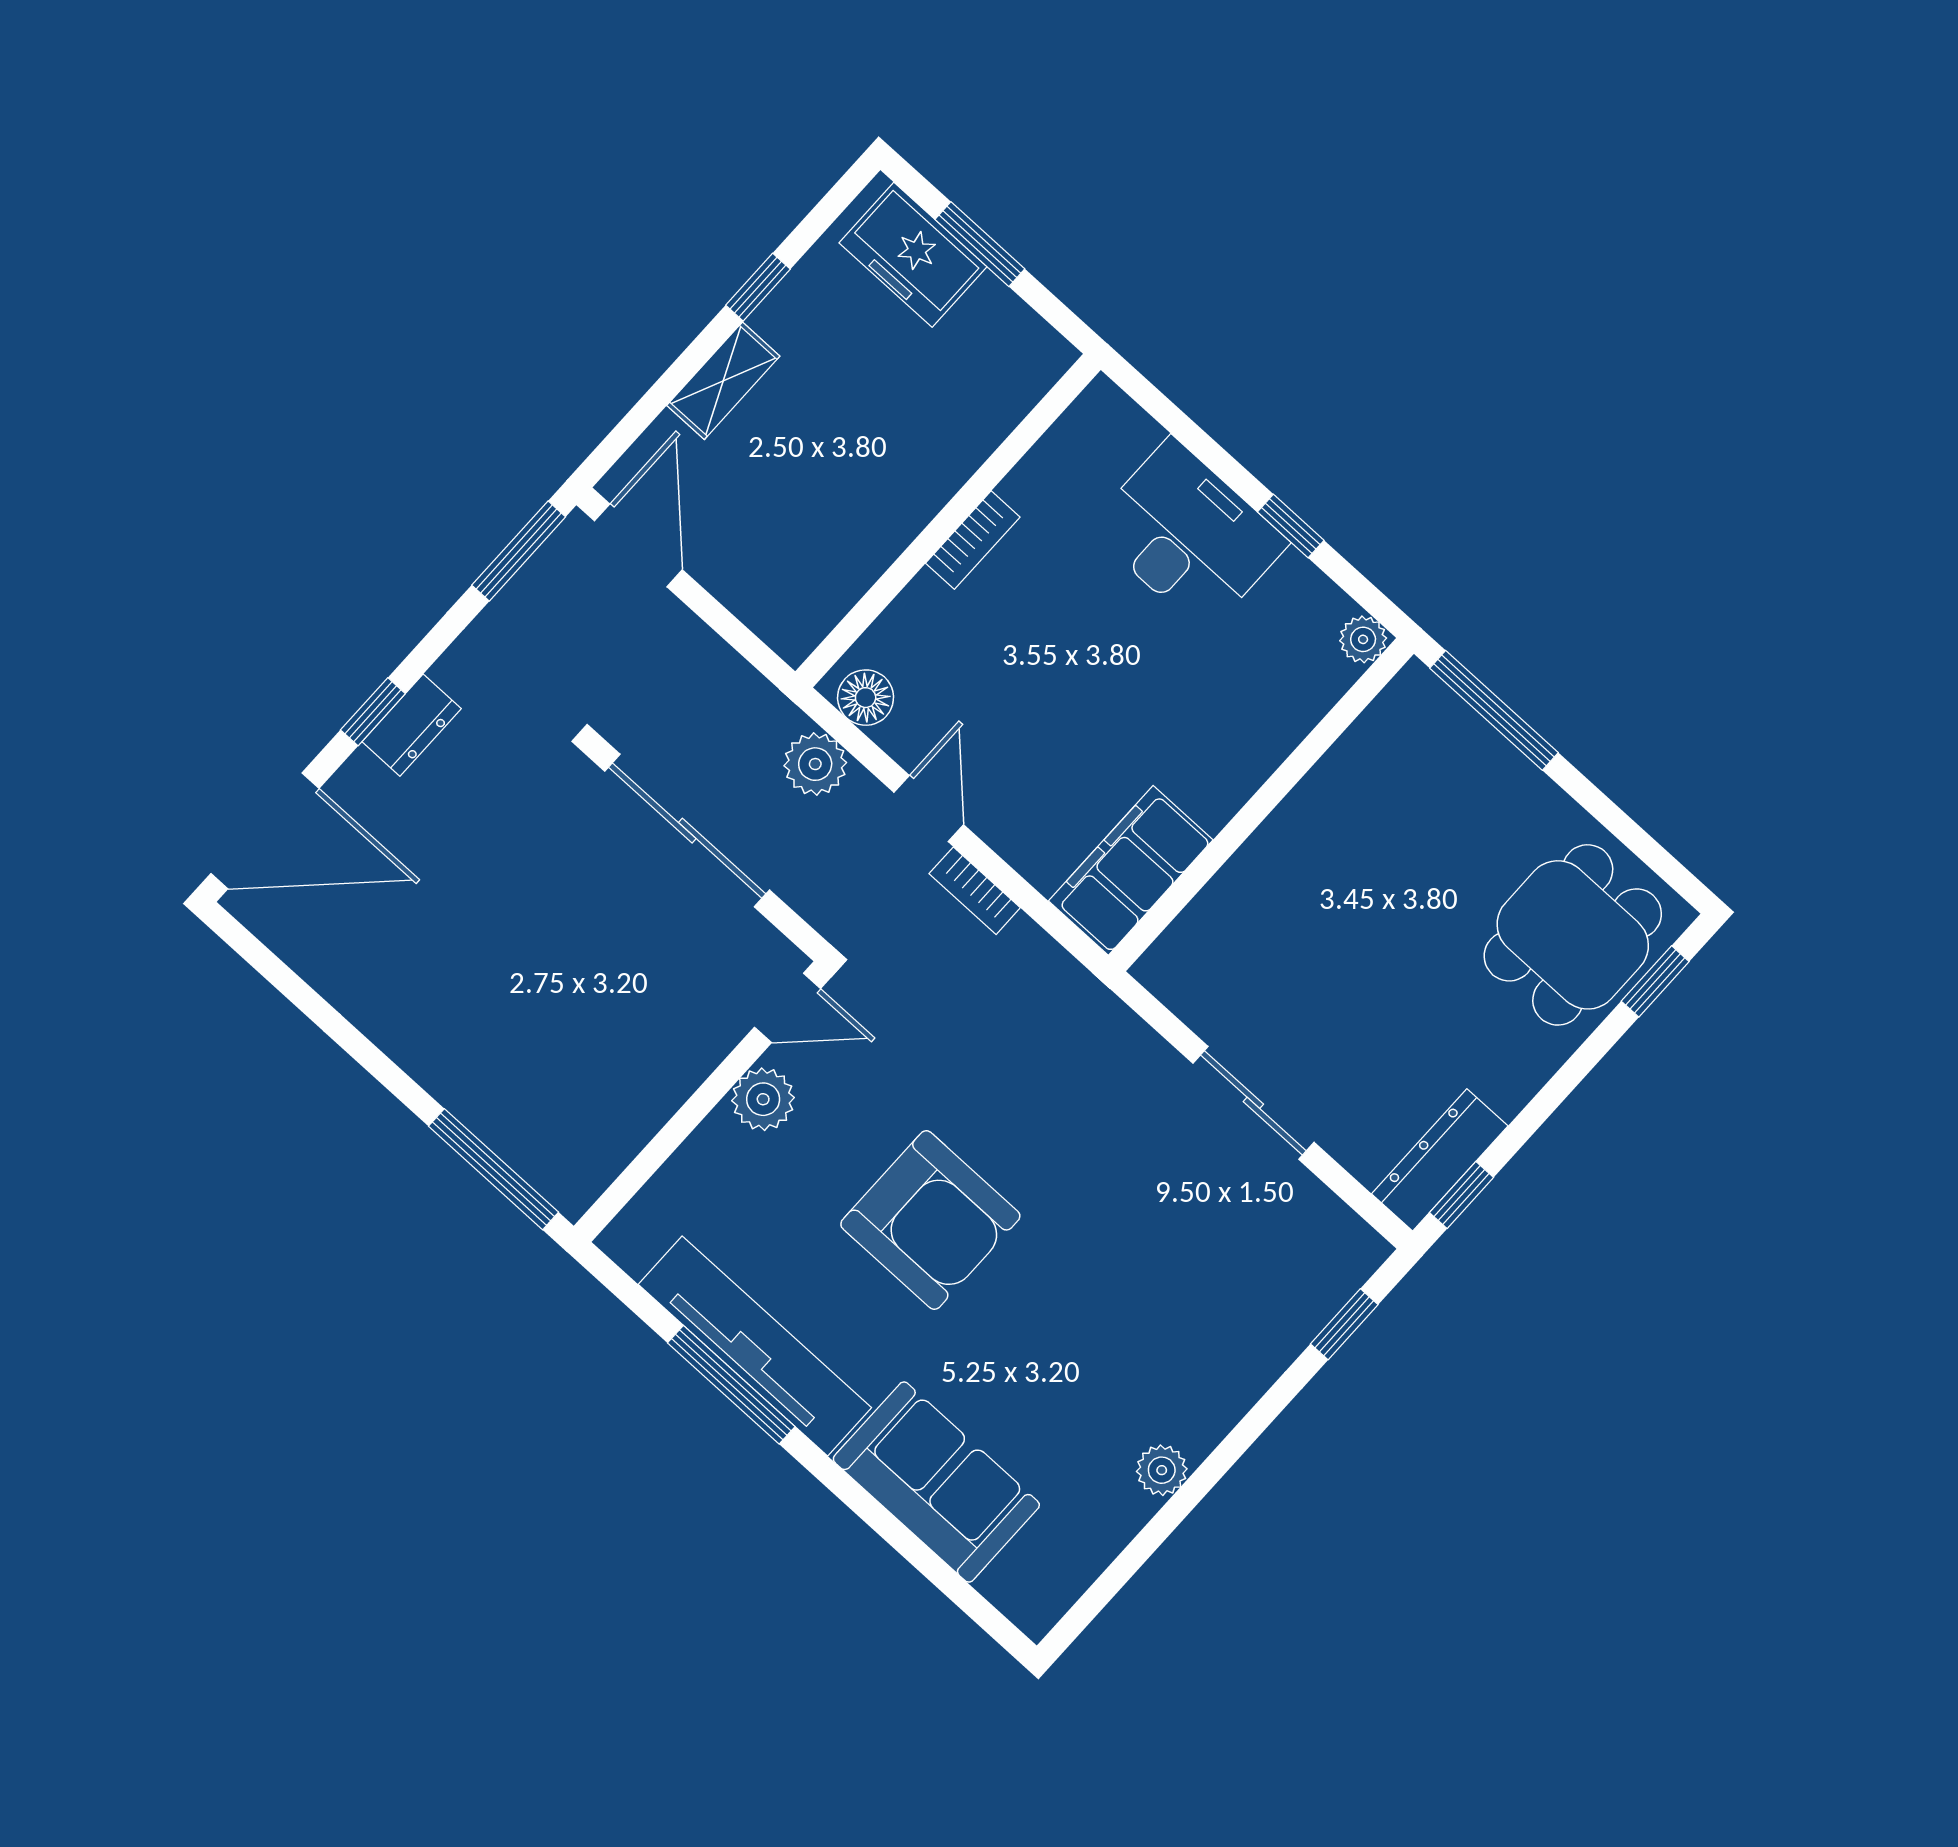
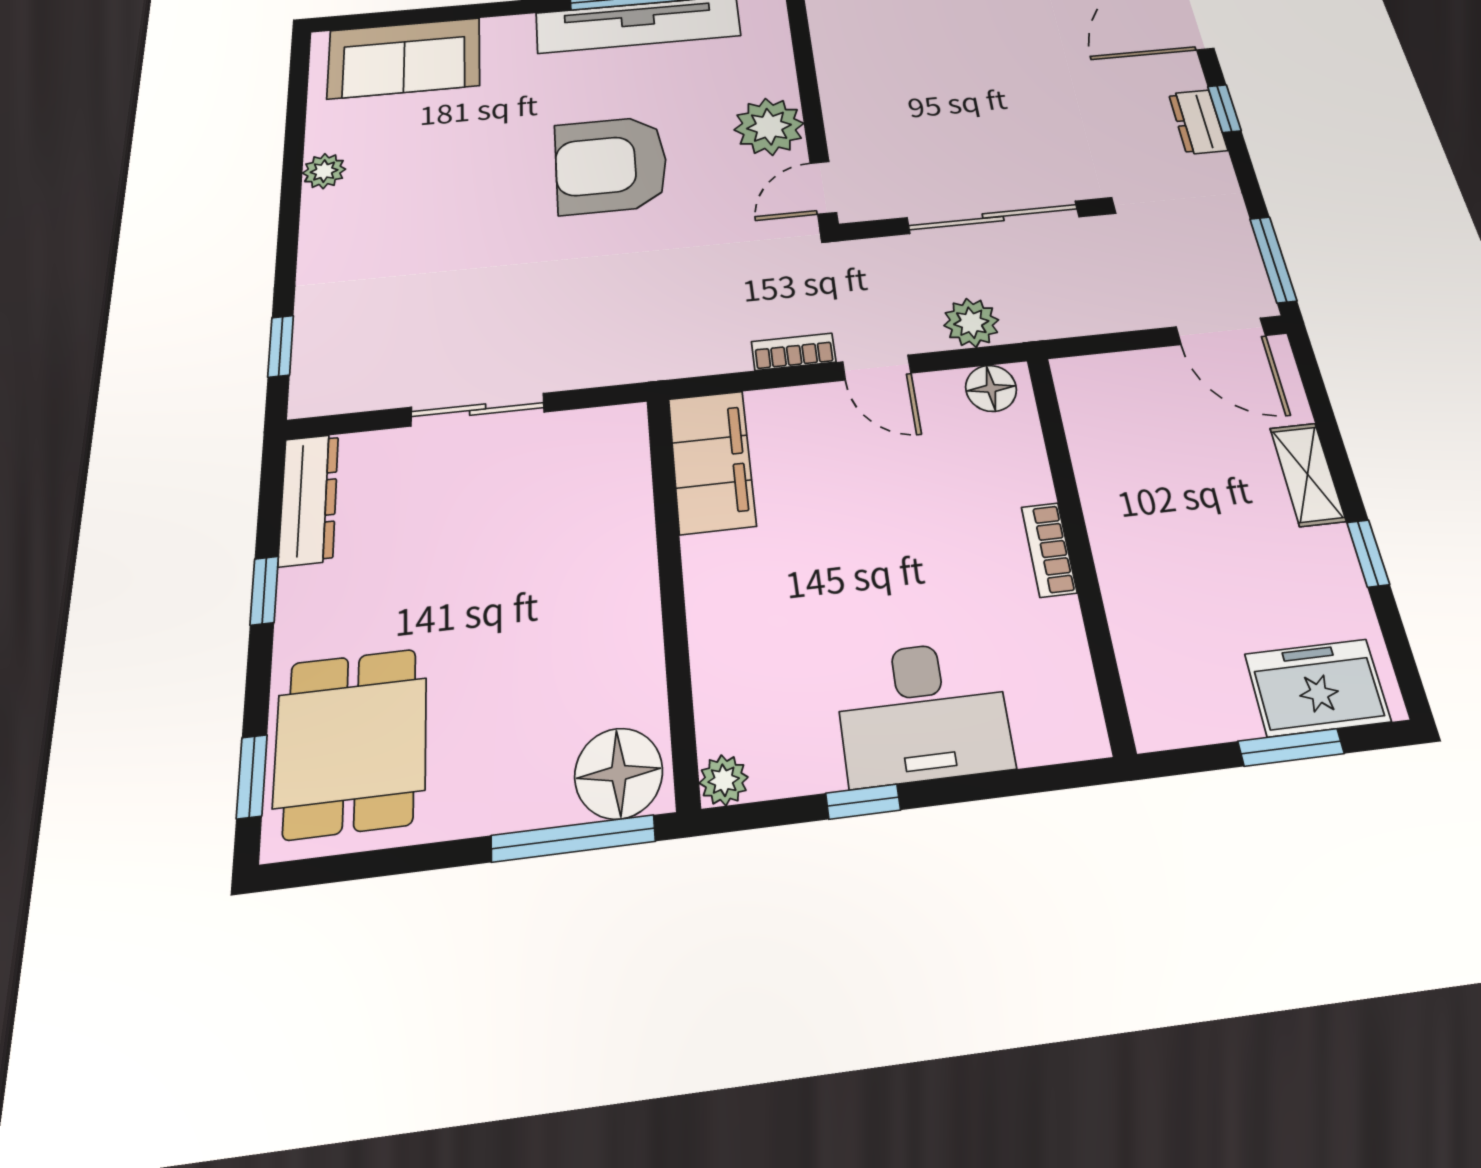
floor lamp: (1424, 720) -> (619, 773), added
plant: (763, 1099) -> (769, 127), width x1.36, depth x1.36
window: (1461, 1195) -> (264, 591), moved
sofa: (936, 1482) -> (404, 58), moved

